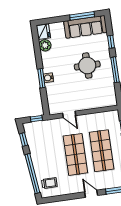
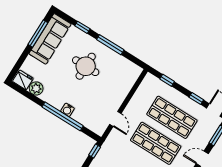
window: (41, 78) -> (63, 116), width x2.11
door: (69, 114) -> (115, 119), hinge flipped

